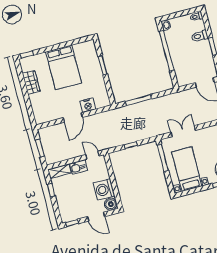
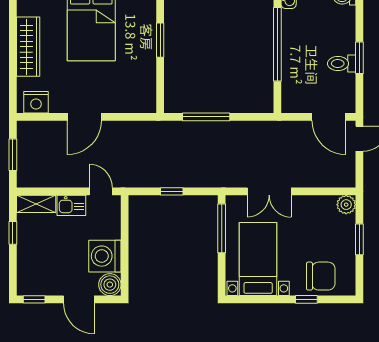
toilet: (200, 36) -> (342, 64), moved
wardrobe: (31, 82) -> (28, 47), width x1.50
nightstand: (88, 105) -> (36, 102), moved
double door: (183, 131) -> (269, 191), swing flipped

